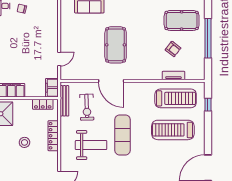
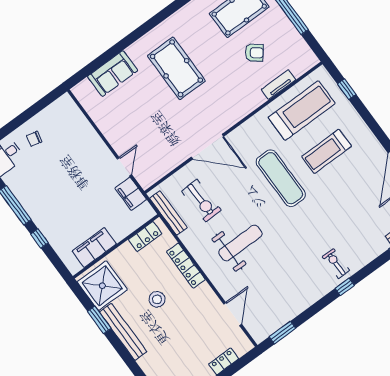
pool table: (116, 45) -> (176, 68), moved
filing cabinet: (52, 88) -> (131, 194), moved
treadmill: (173, 130) -> (327, 151), width x0.73, depth x0.73
exercise mat: (122, 135) -> (281, 178), moved

